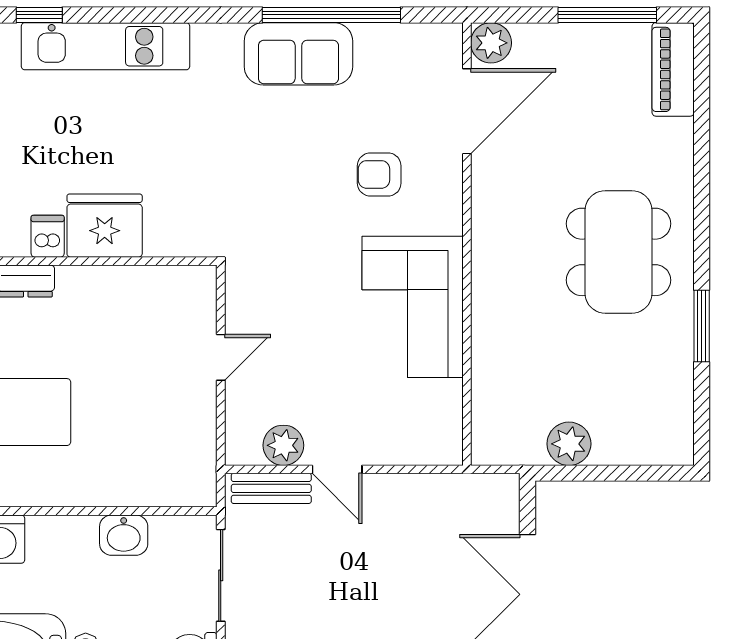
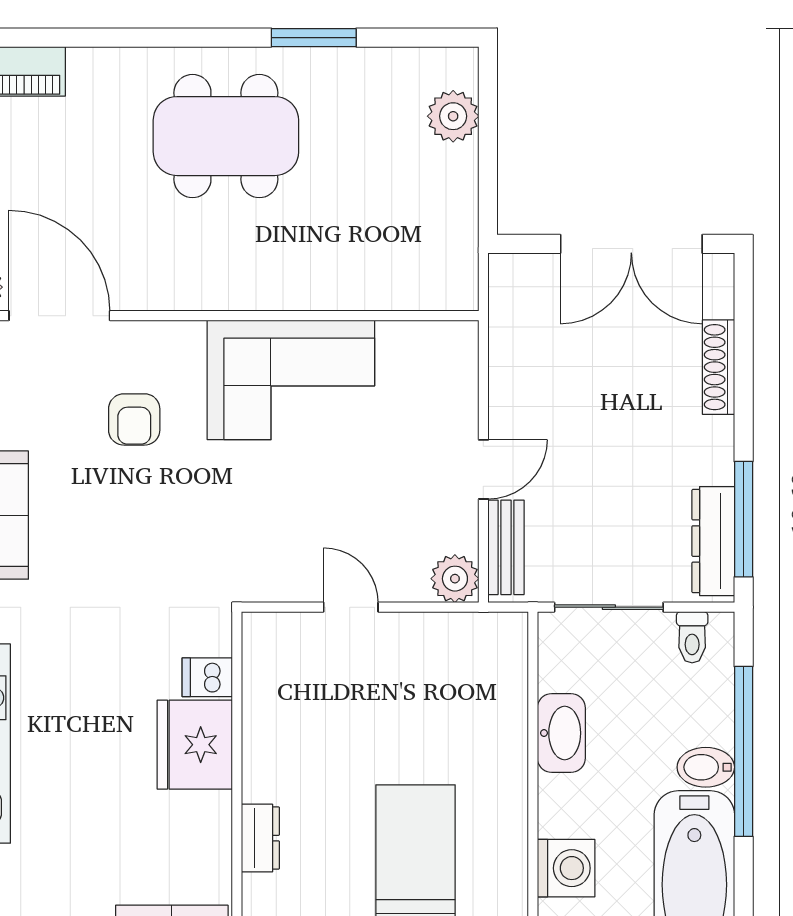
dishwasher: (48, 236) -> (207, 677), moved
plant: (569, 444) -> (453, 116), moved
plant: (283, 445) -> (455, 579), moved
washbasin: (124, 535) -> (561, 733), width x1.38

